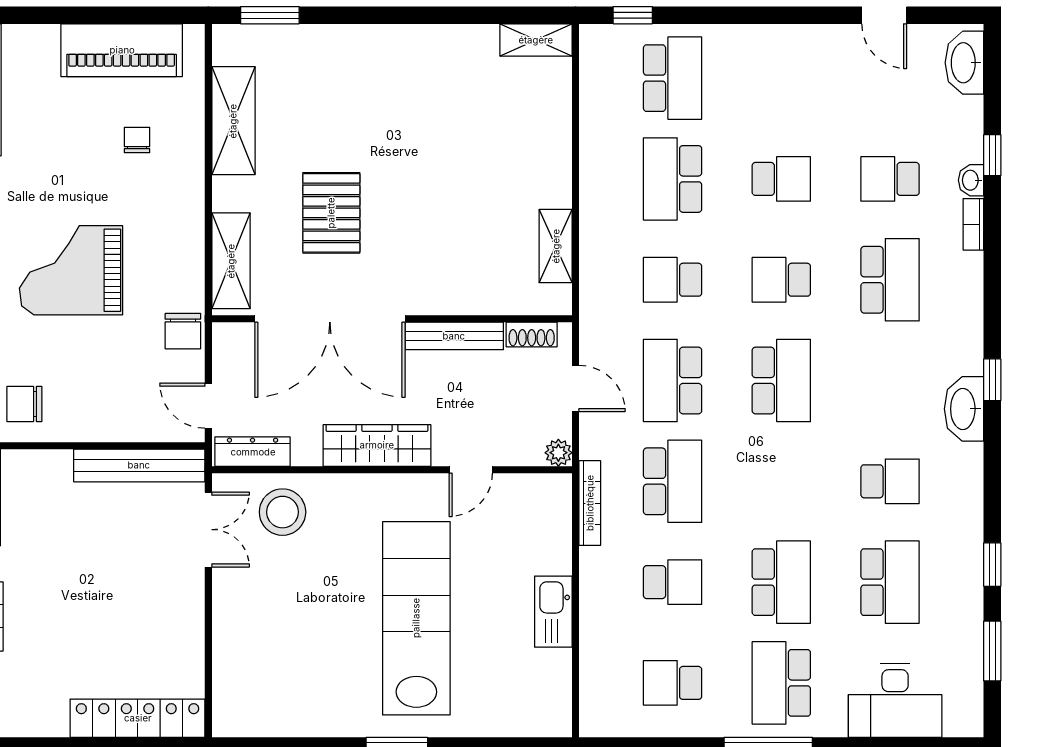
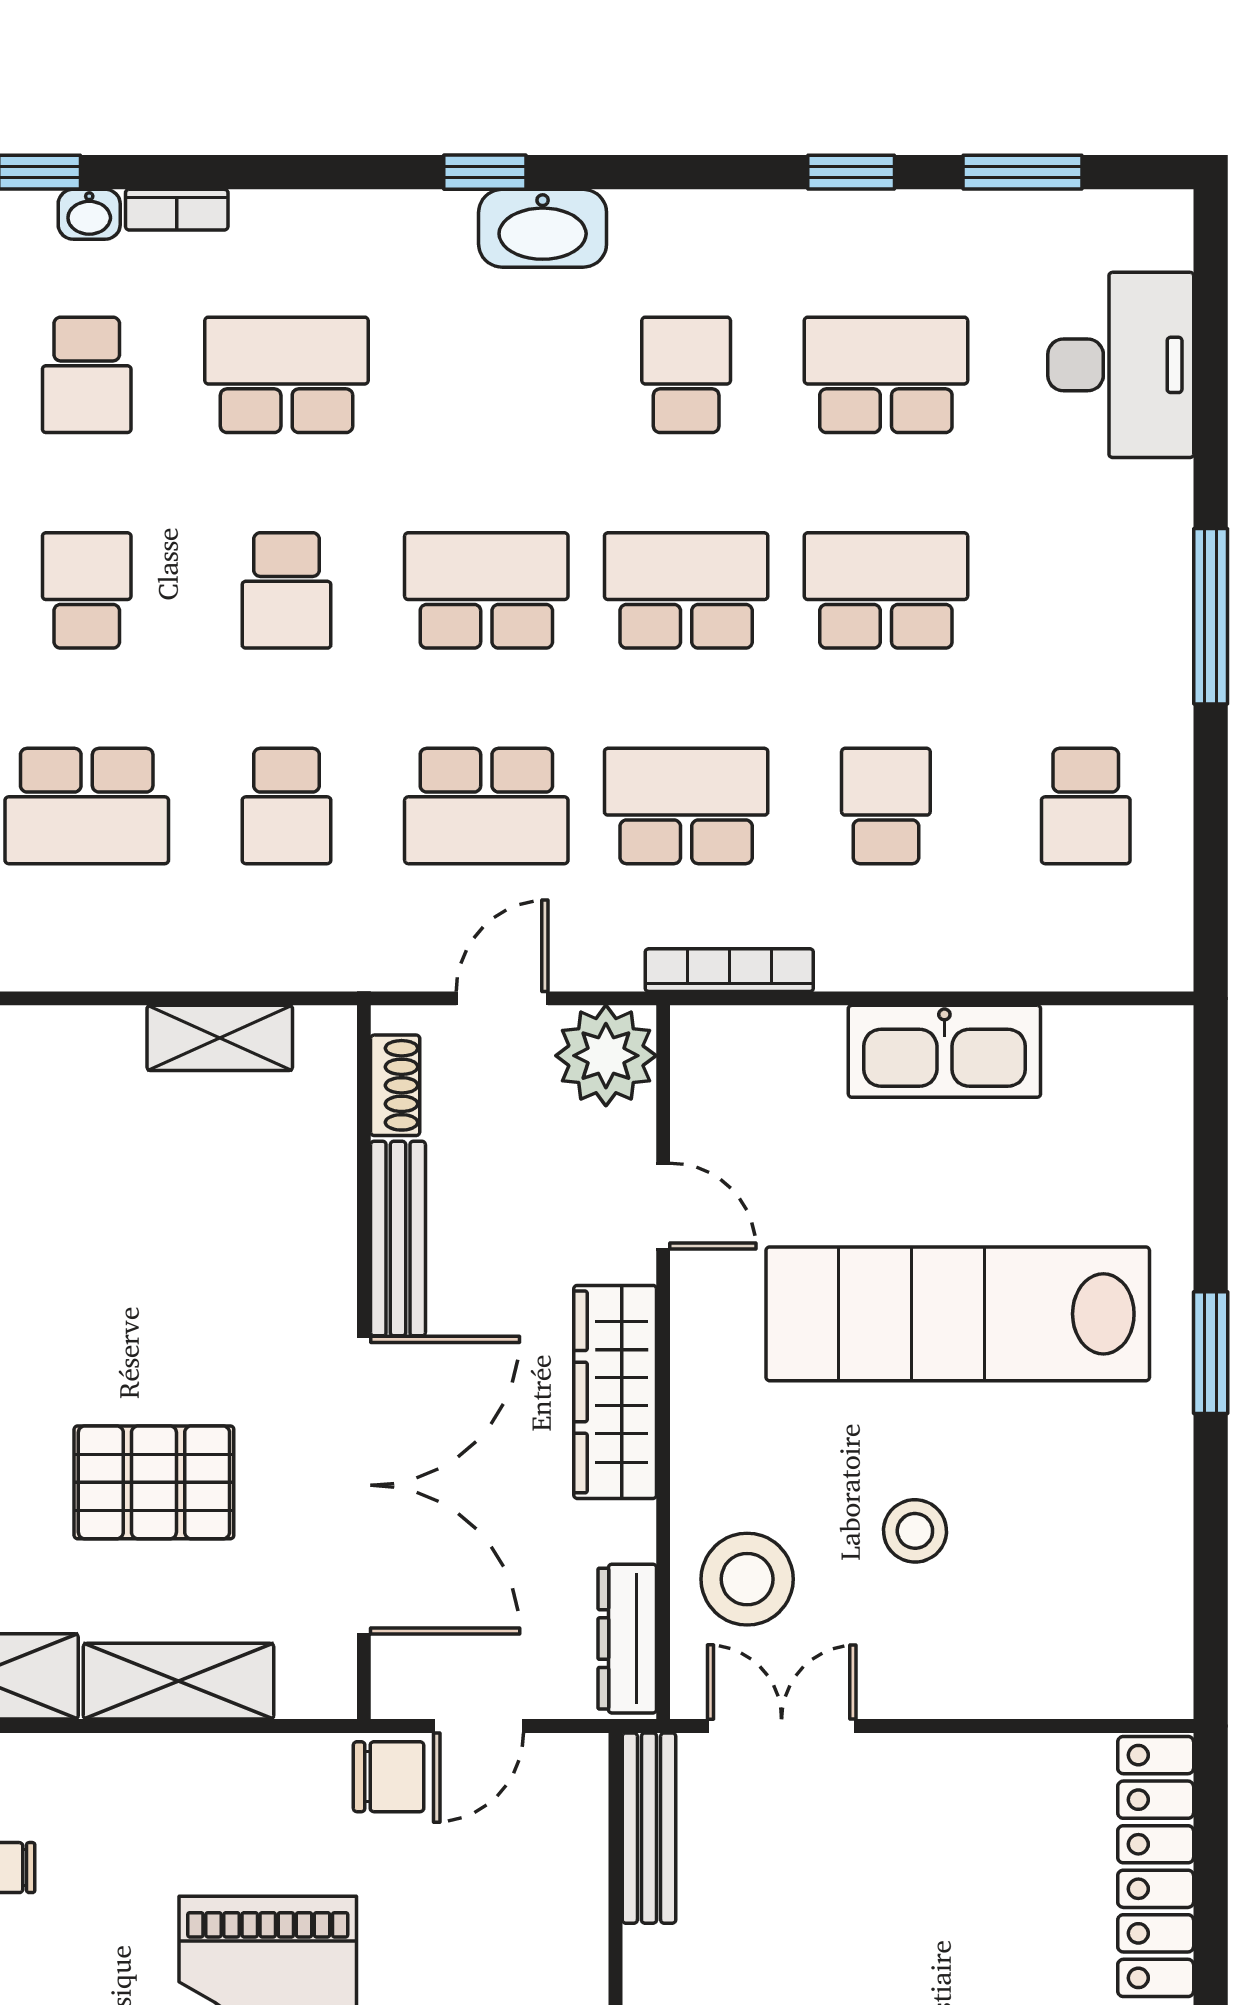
shelving: (231, 261) -> (179, 1681), moved
door: (208, 406) -> (479, 1726), moved
plant: (558, 453) -> (606, 1056), width x1.88, depth x1.88
bench: (139, 465) -> (649, 1828), width x0.73, depth x0.82
stool: (307, 597) -> (915, 1531), added
kitchen sink: (553, 612) -> (944, 1051), width x1.36, depth x1.24
school desk: (781, 683) -> (686, 590), moved, turned 180

